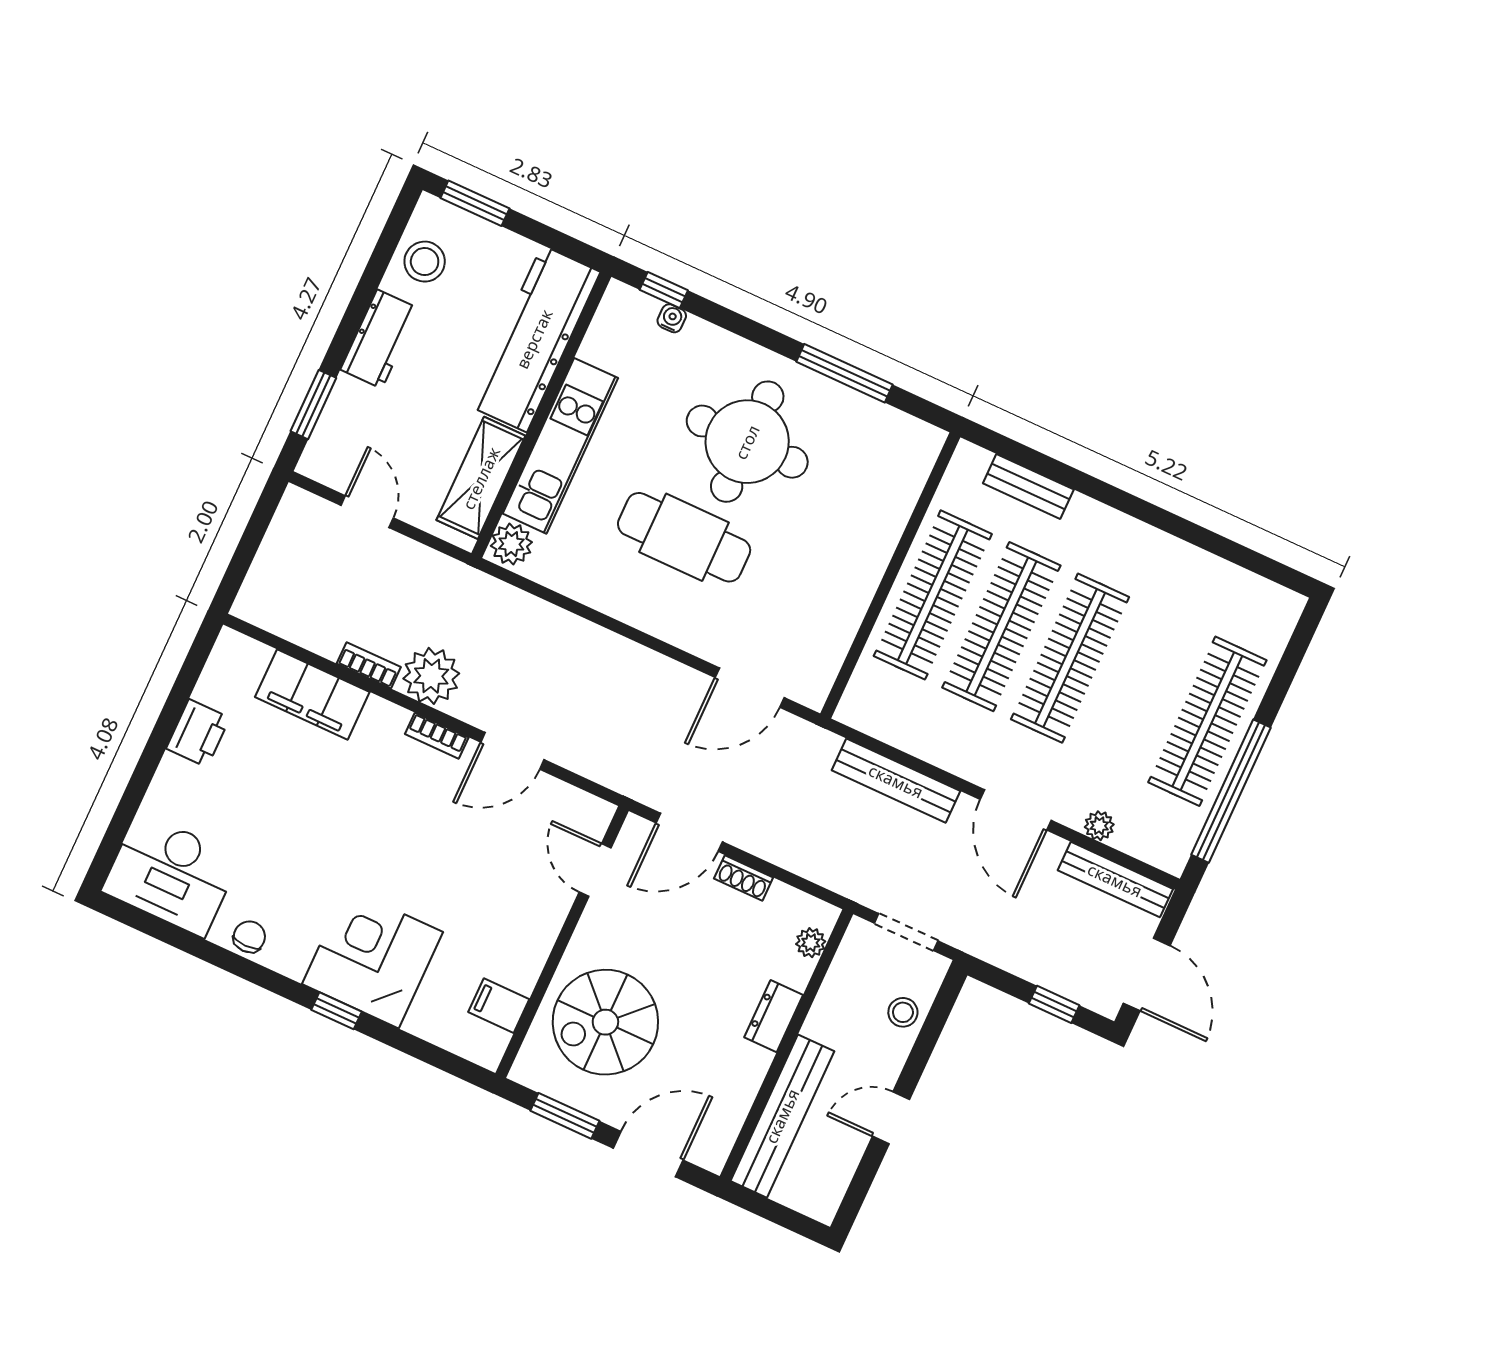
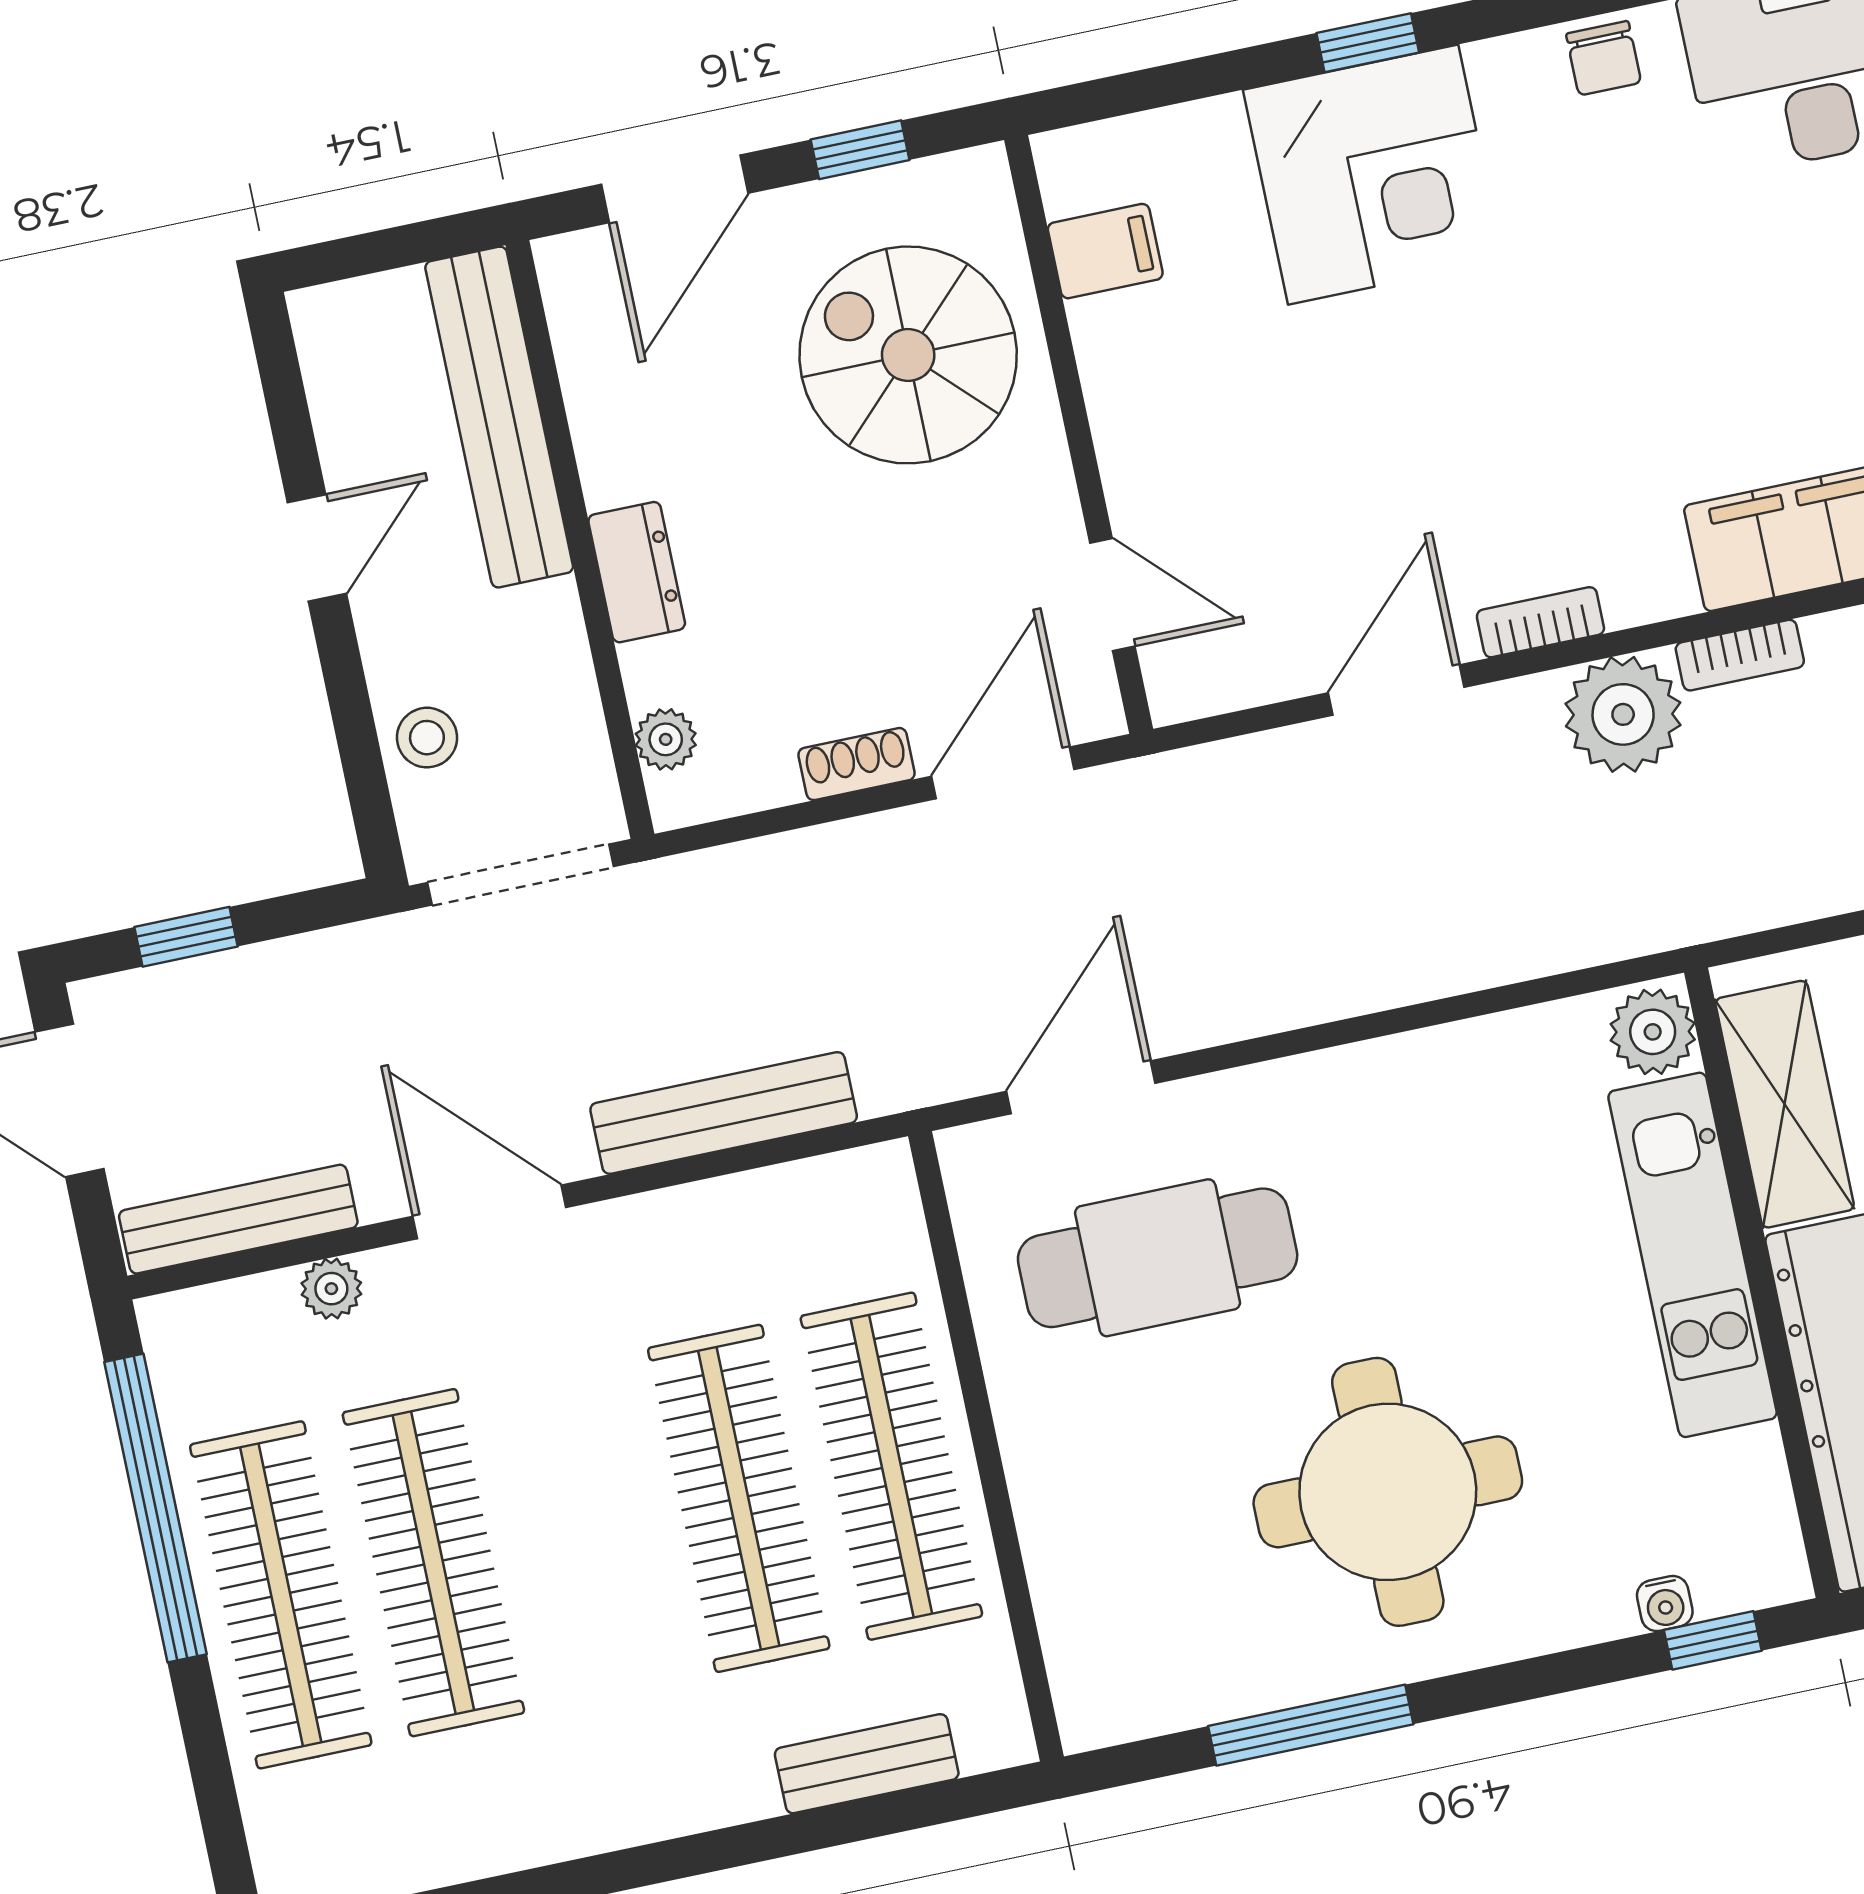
cafe table: (684, 537) -> (1158, 1258), moved
clothes rail: (1070, 658) -> (433, 1563), moved
doorway: (906, 932) -> (521, 875), width x1.38
spiral stairs: (605, 1022) -> (908, 355), turned -90
window: (565, 1116) -> (860, 150), width x0.67

